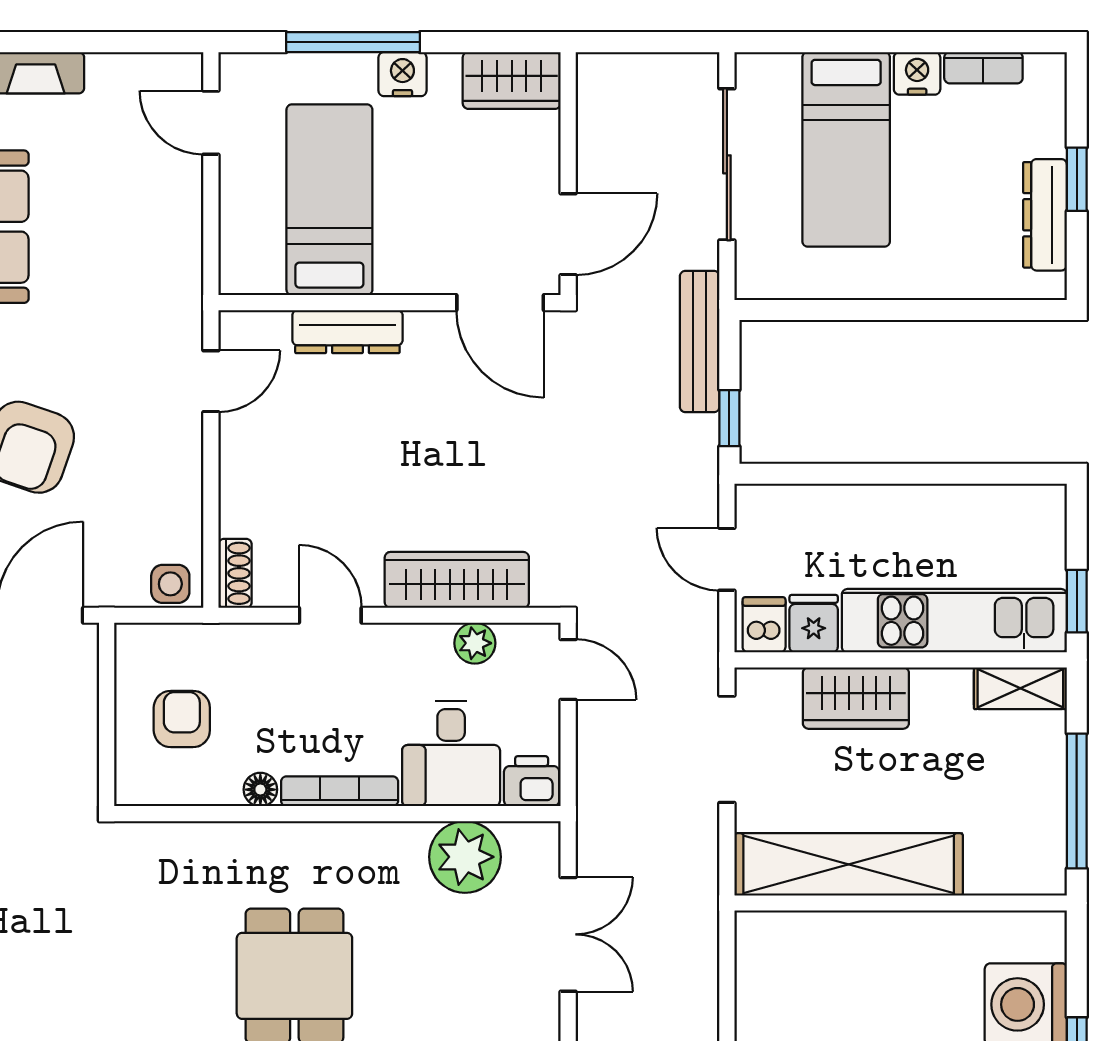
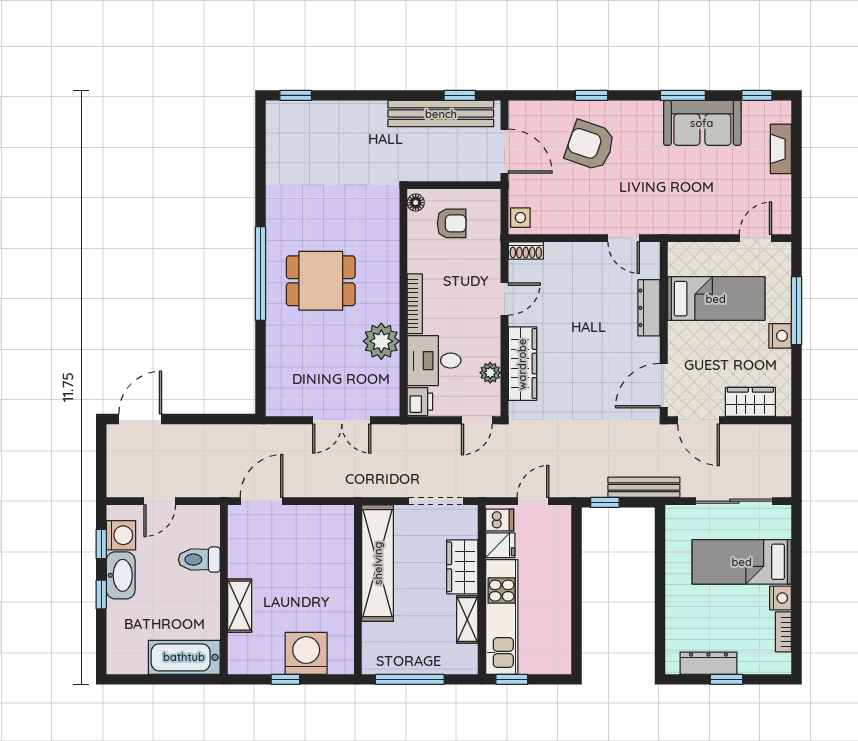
wardrobe: (512, 80) -> (750, 402), moved, turned 90
shelving: (1020, 688) -> (467, 619), moved
floor lamp: (260, 790) -> (416, 203), moved
plant: (465, 857) -> (381, 341), moved

